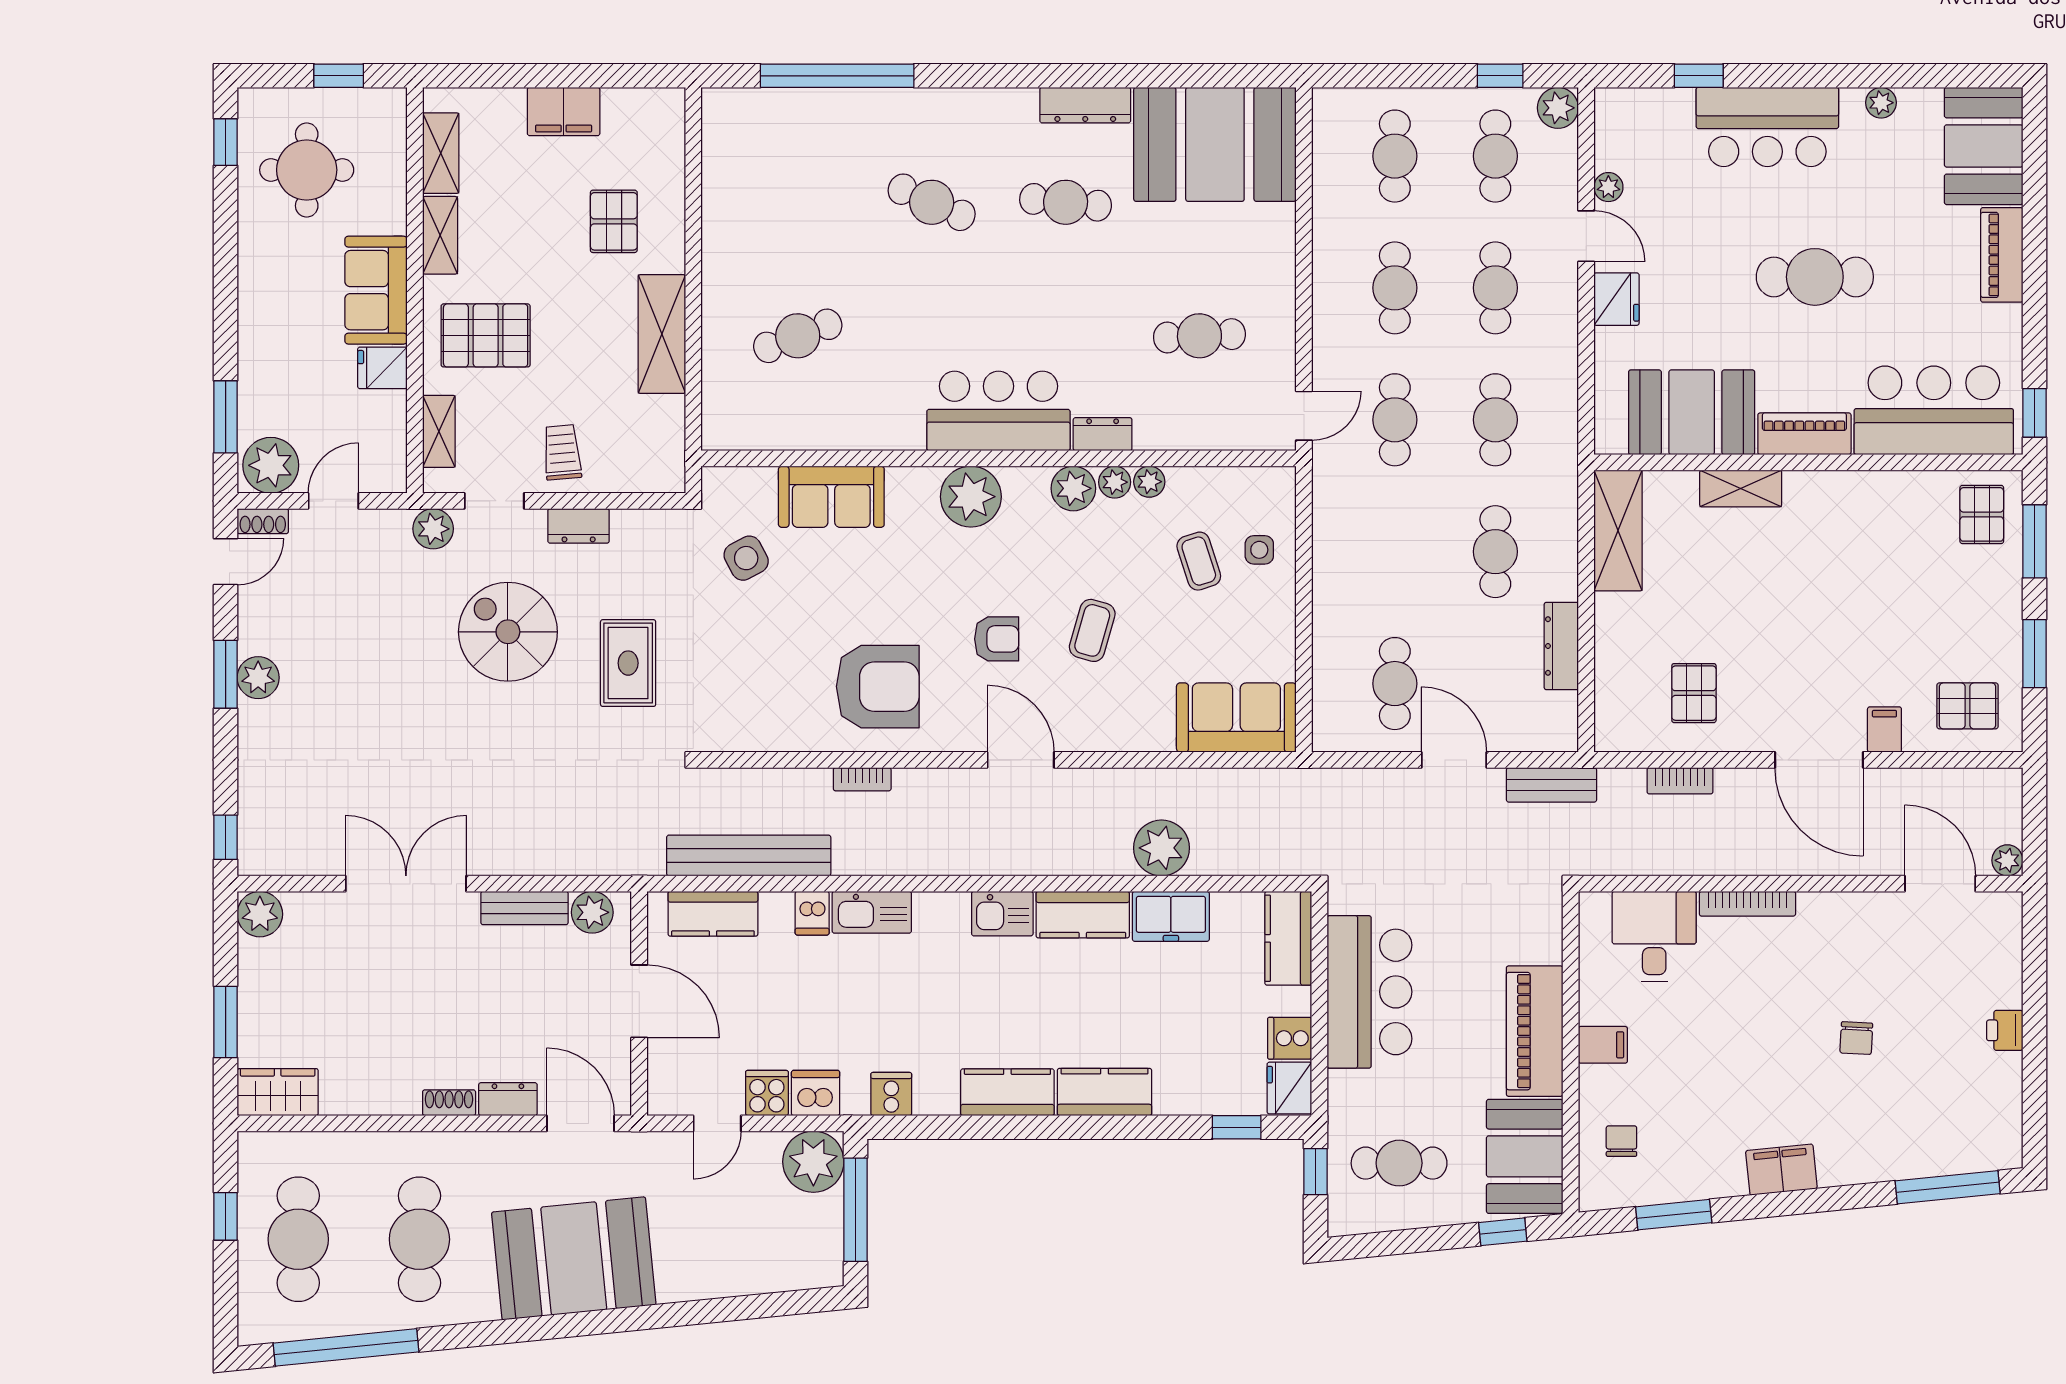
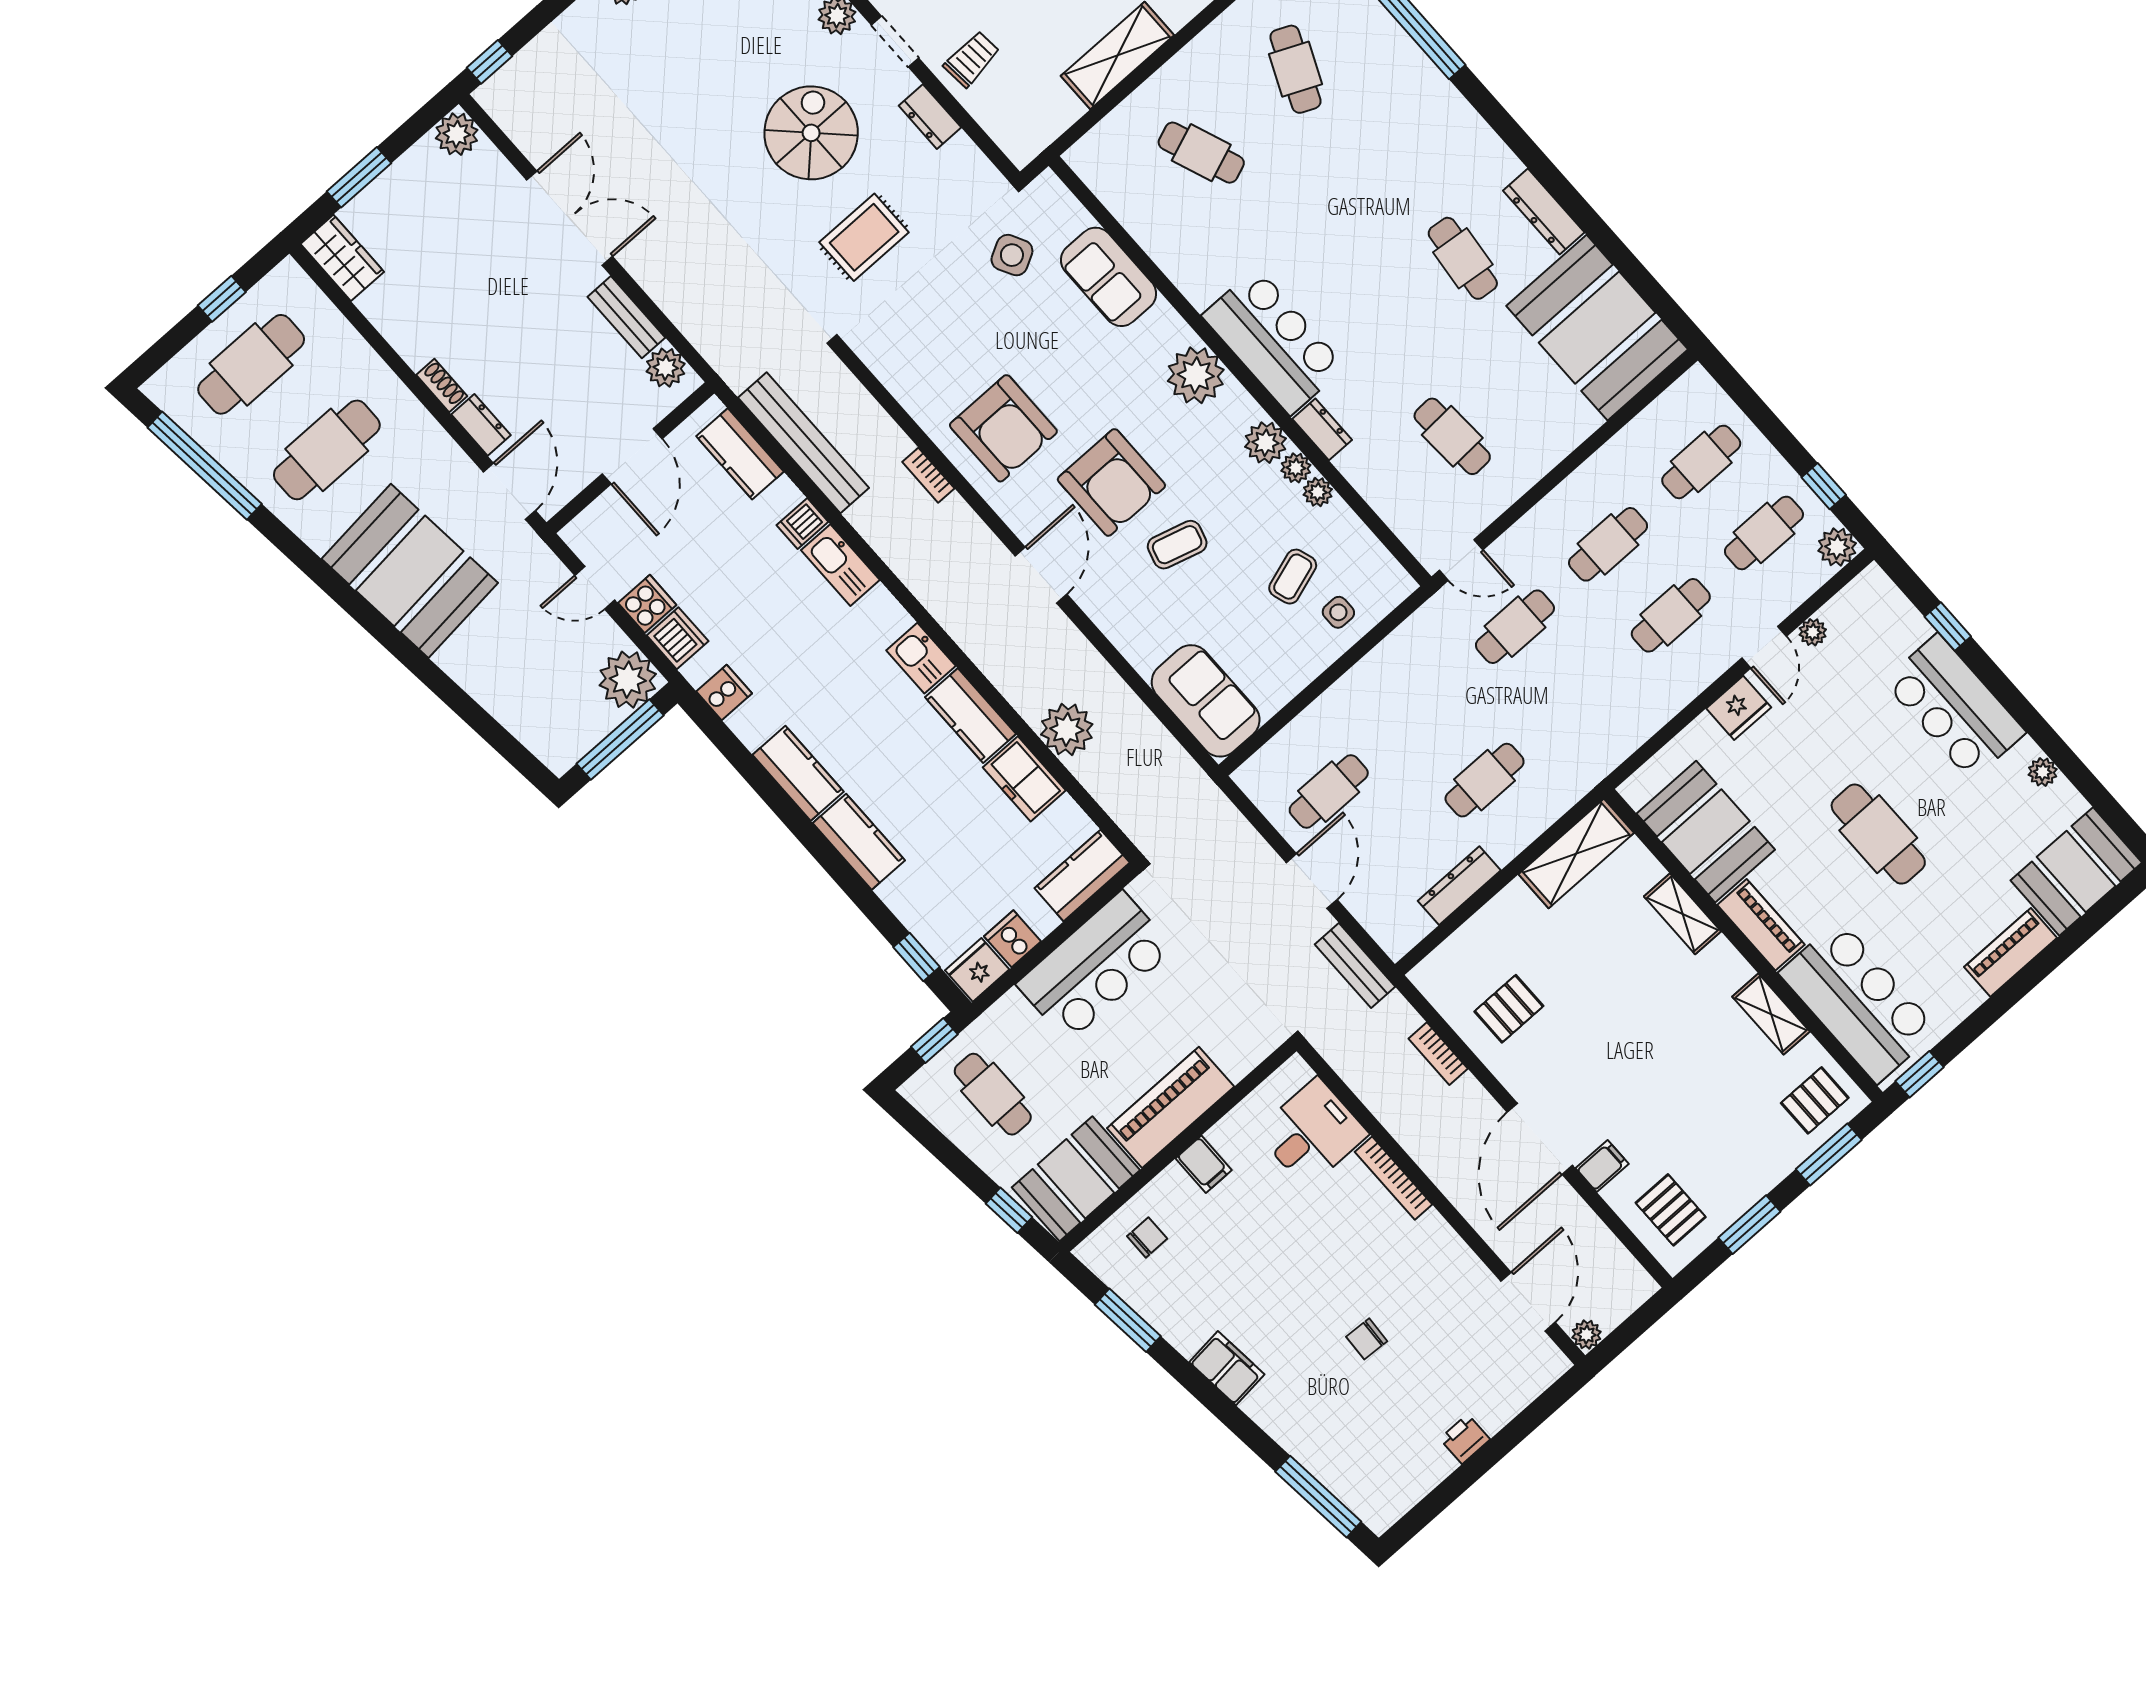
cafe table: (932, 202) -> (1295, 69), moved
cafe table: (1495, 420) -> (1578, 698), removed
shelving: (1882, 489) -> (1771, 1014), added
armchair: (997, 639) -> (1111, 482), width x1.88, depth x1.88

